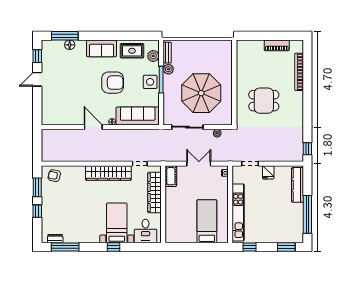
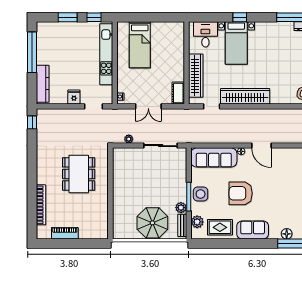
parasol: (201, 93) -> (152, 223), moved, width x0.73, depth x0.73
dining table: (264, 101) -> (79, 174), width x1.38
window: (286, 247) -> (68, 17), moved

